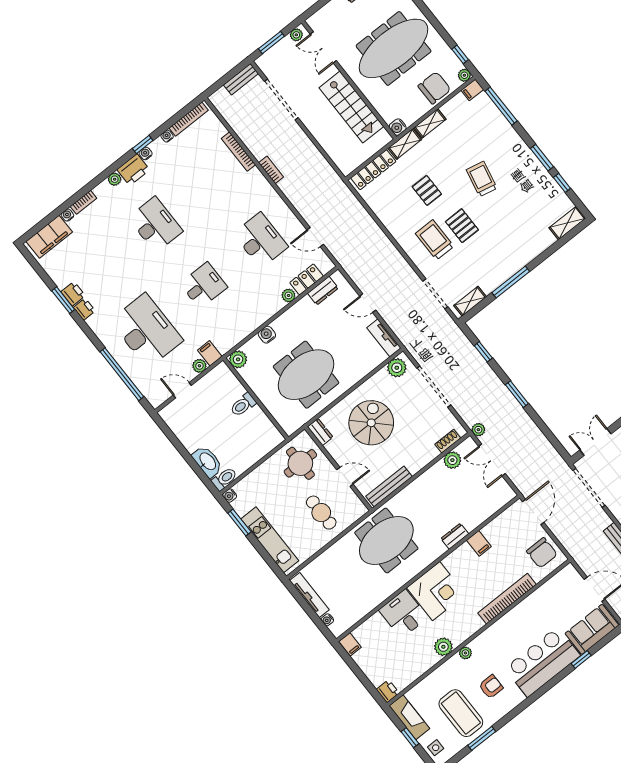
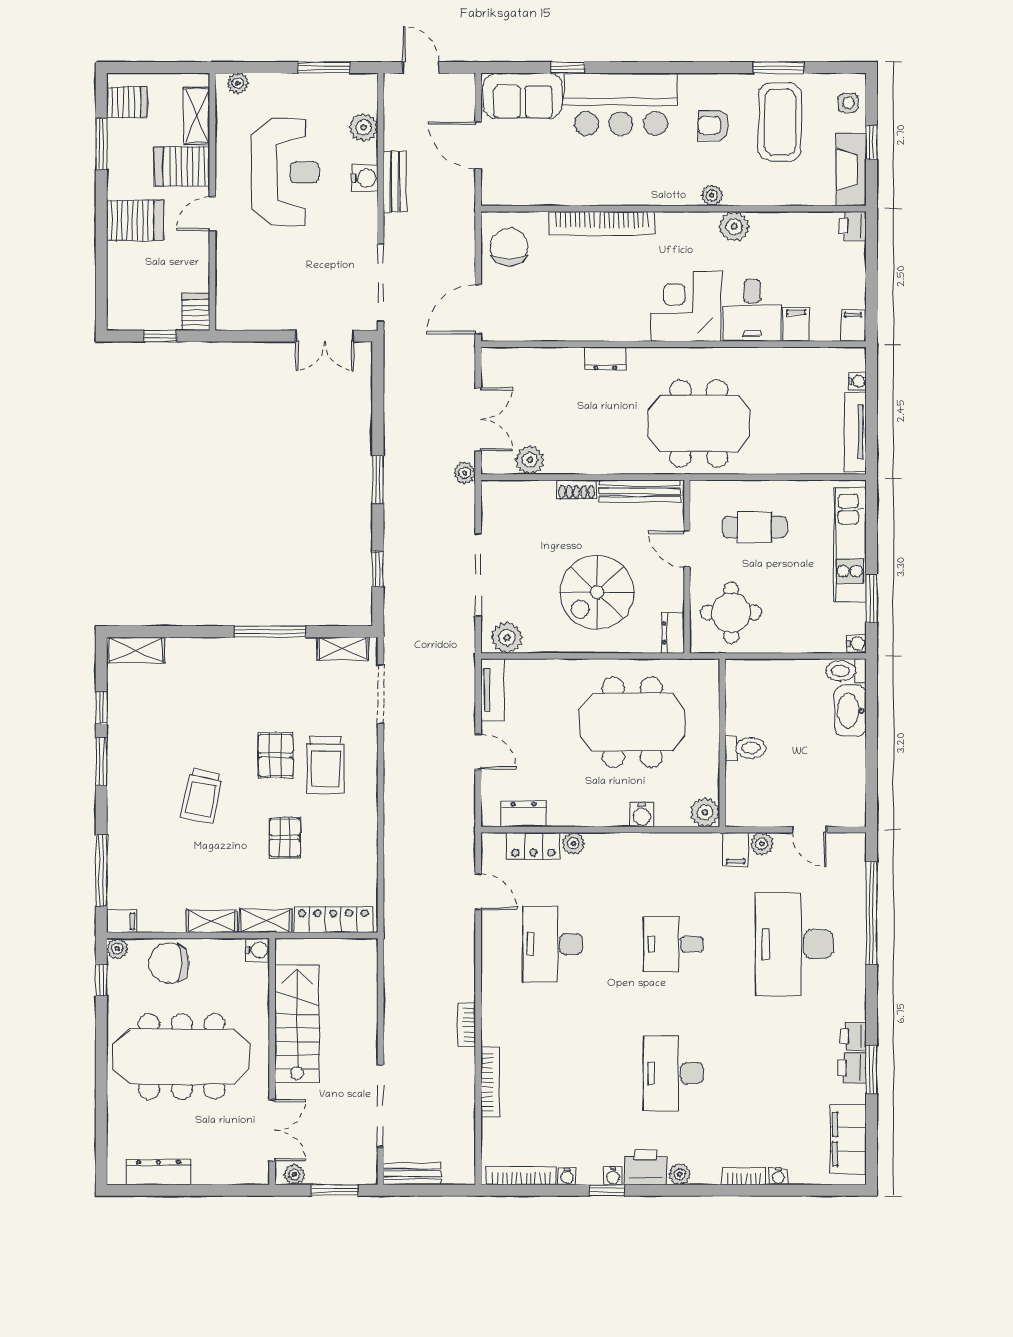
filing cabinet: (49, 237) -> (848, 1139), moved, turned -90
shoe rack: (448, 441) -> (577, 489), moved
cafe table: (321, 513) -> (755, 527), turned 90
filing cabinet: (479, 543) -> (796, 324), moved

